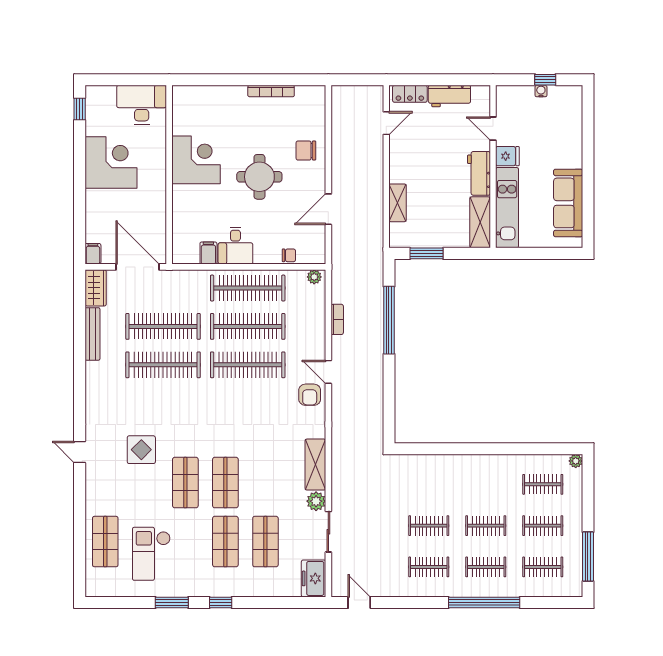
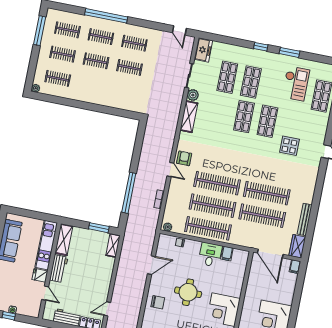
shelving: (398, 203) -> (113, 245), moved

